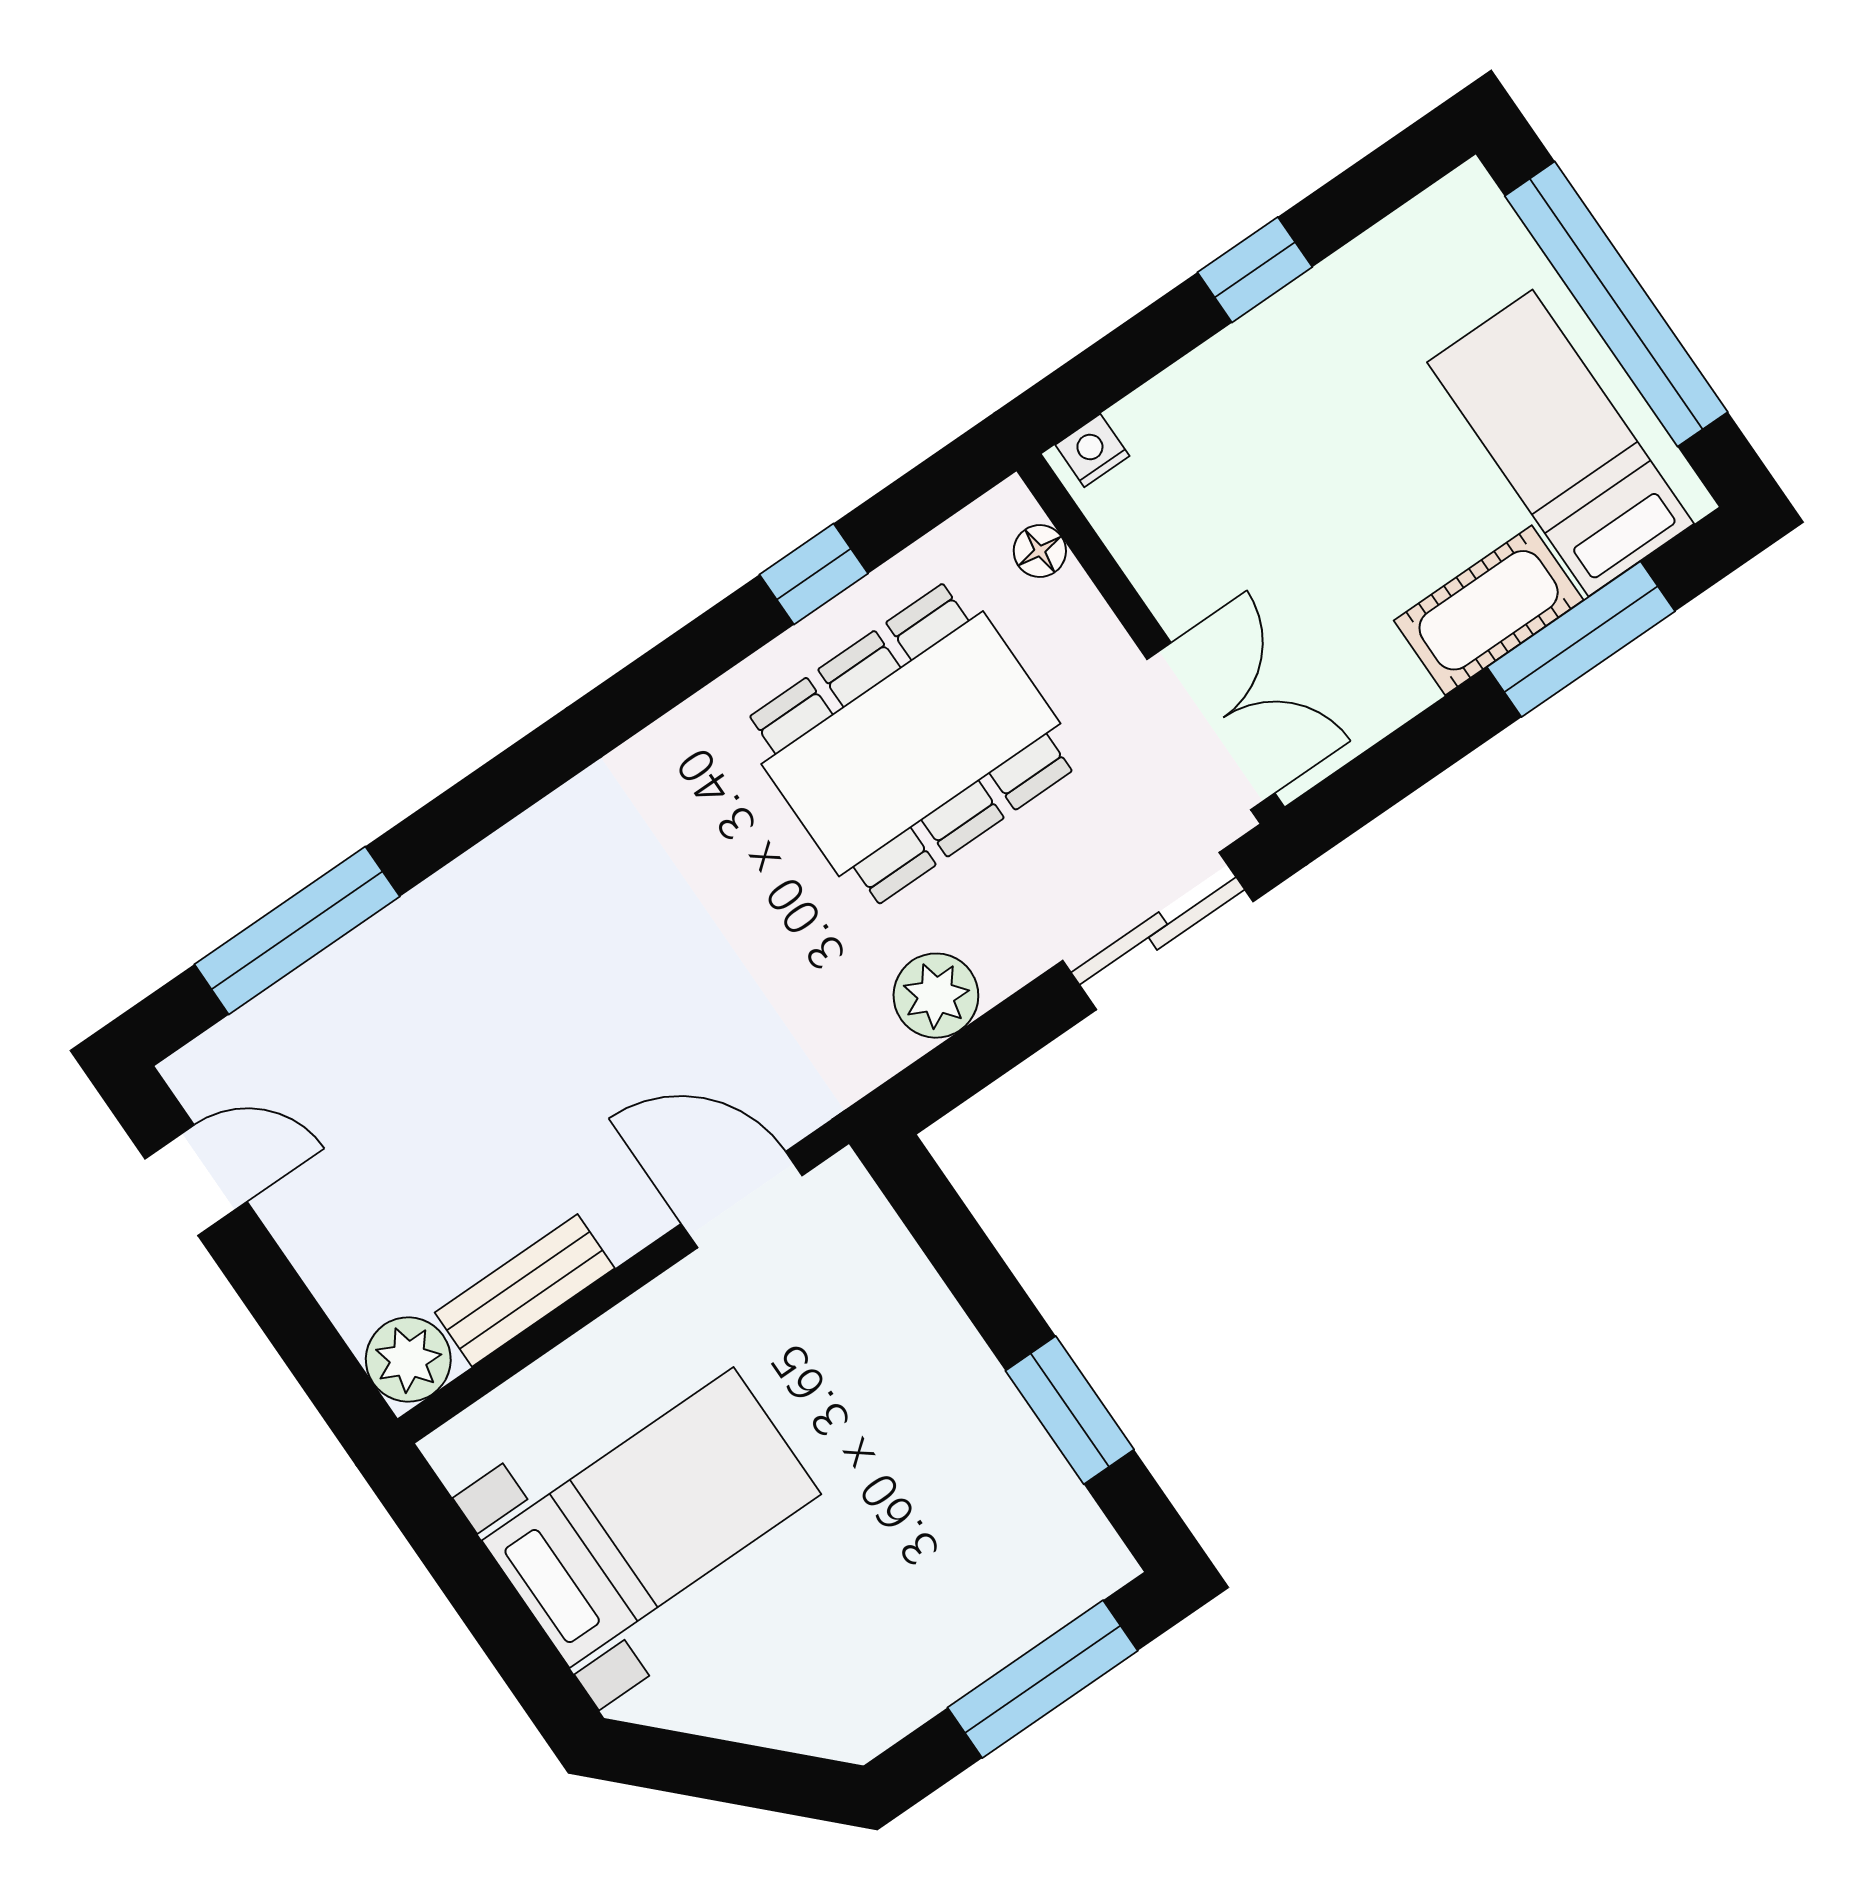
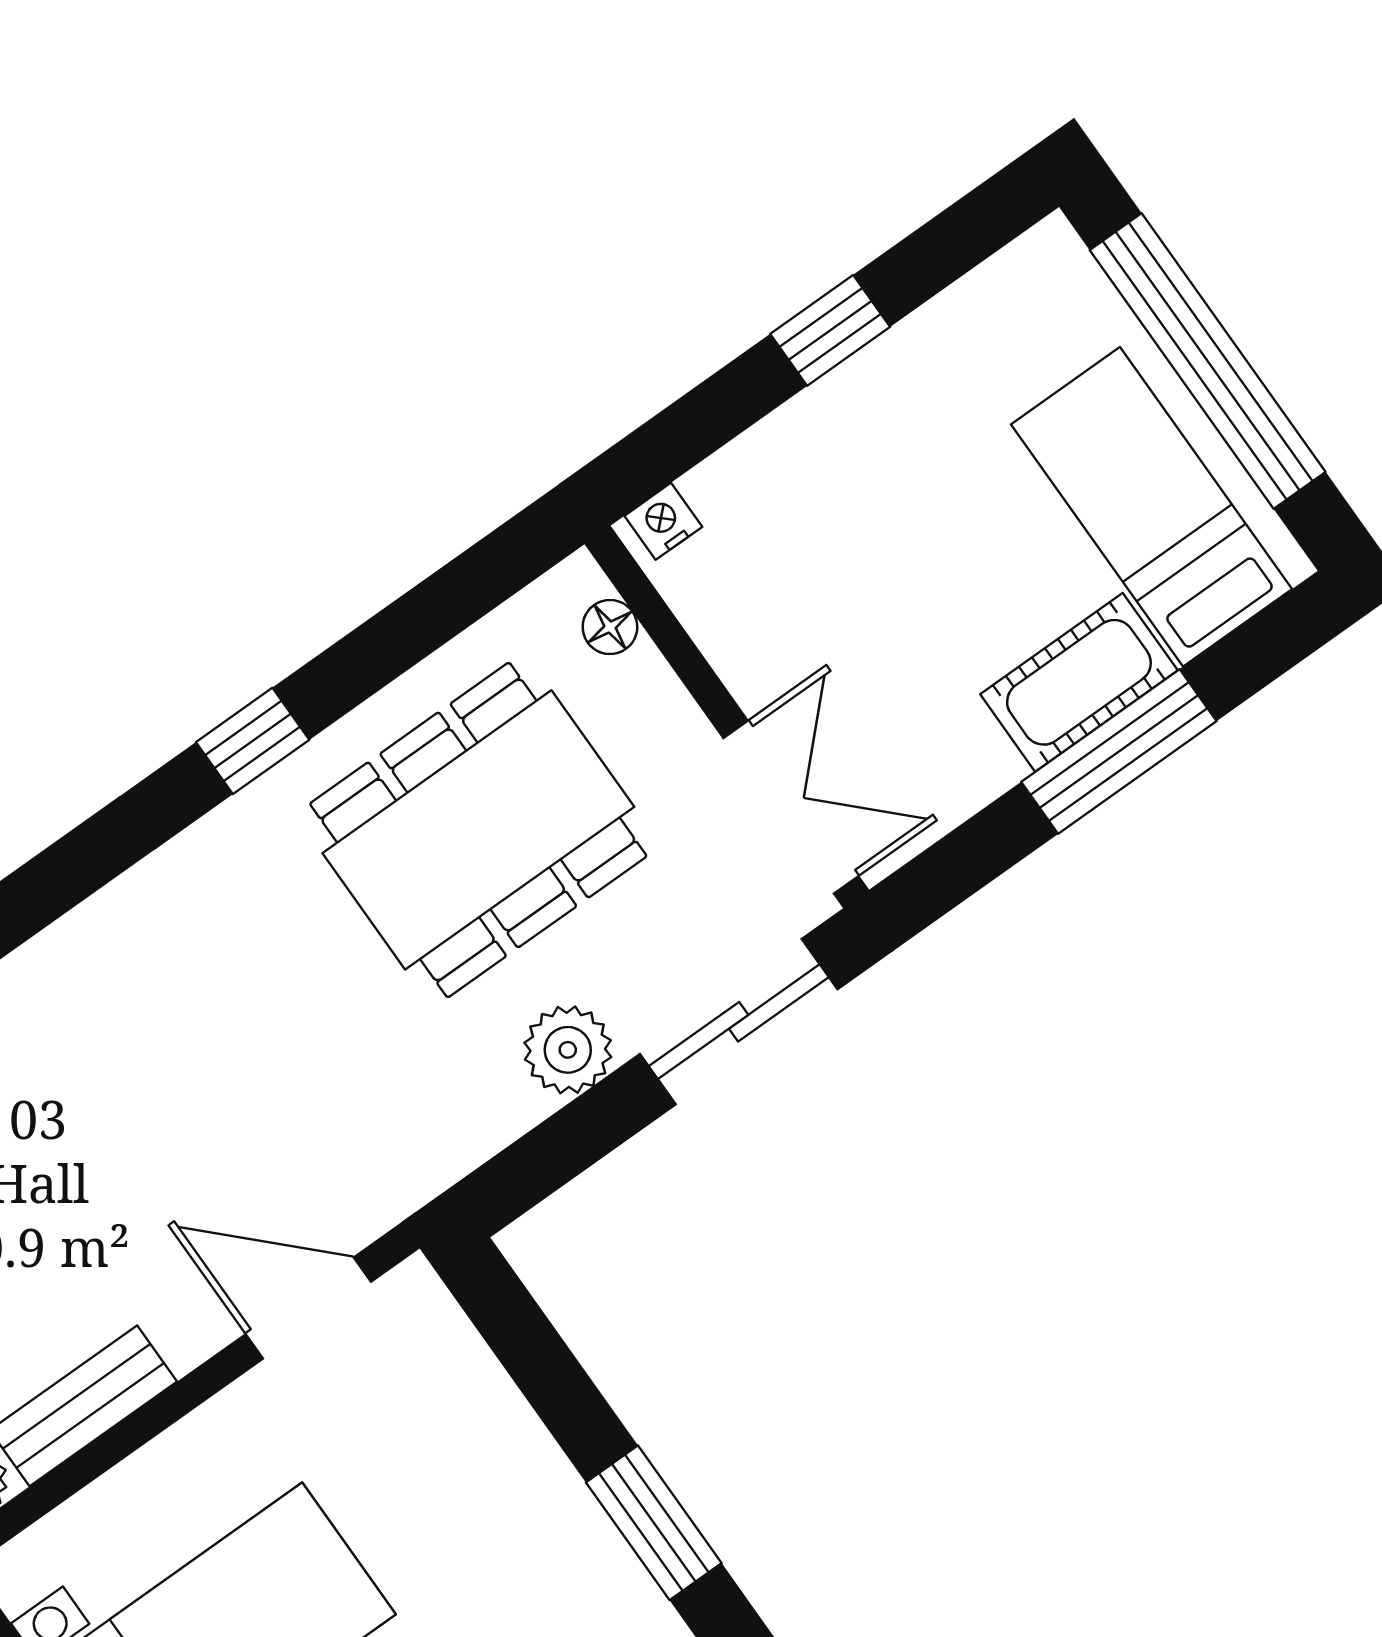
window: (814, 574) -> (253, 741), moved
window: (1581, 639) -> (1119, 751), moved
plant: (936, 996) -> (568, 1050), moved

